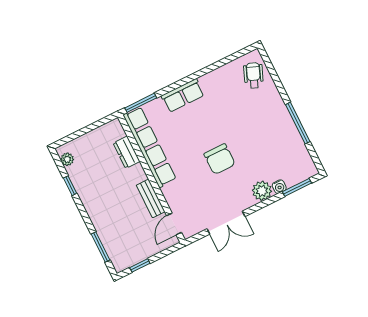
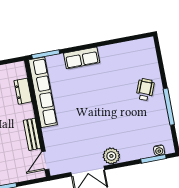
wheelchair: (254, 75) -> (145, 90), moved
chair: (220, 159) -> (97, 118), removed
water cooler: (279, 187) -> (159, 150), moved
plant: (262, 191) -> (111, 156), moved

